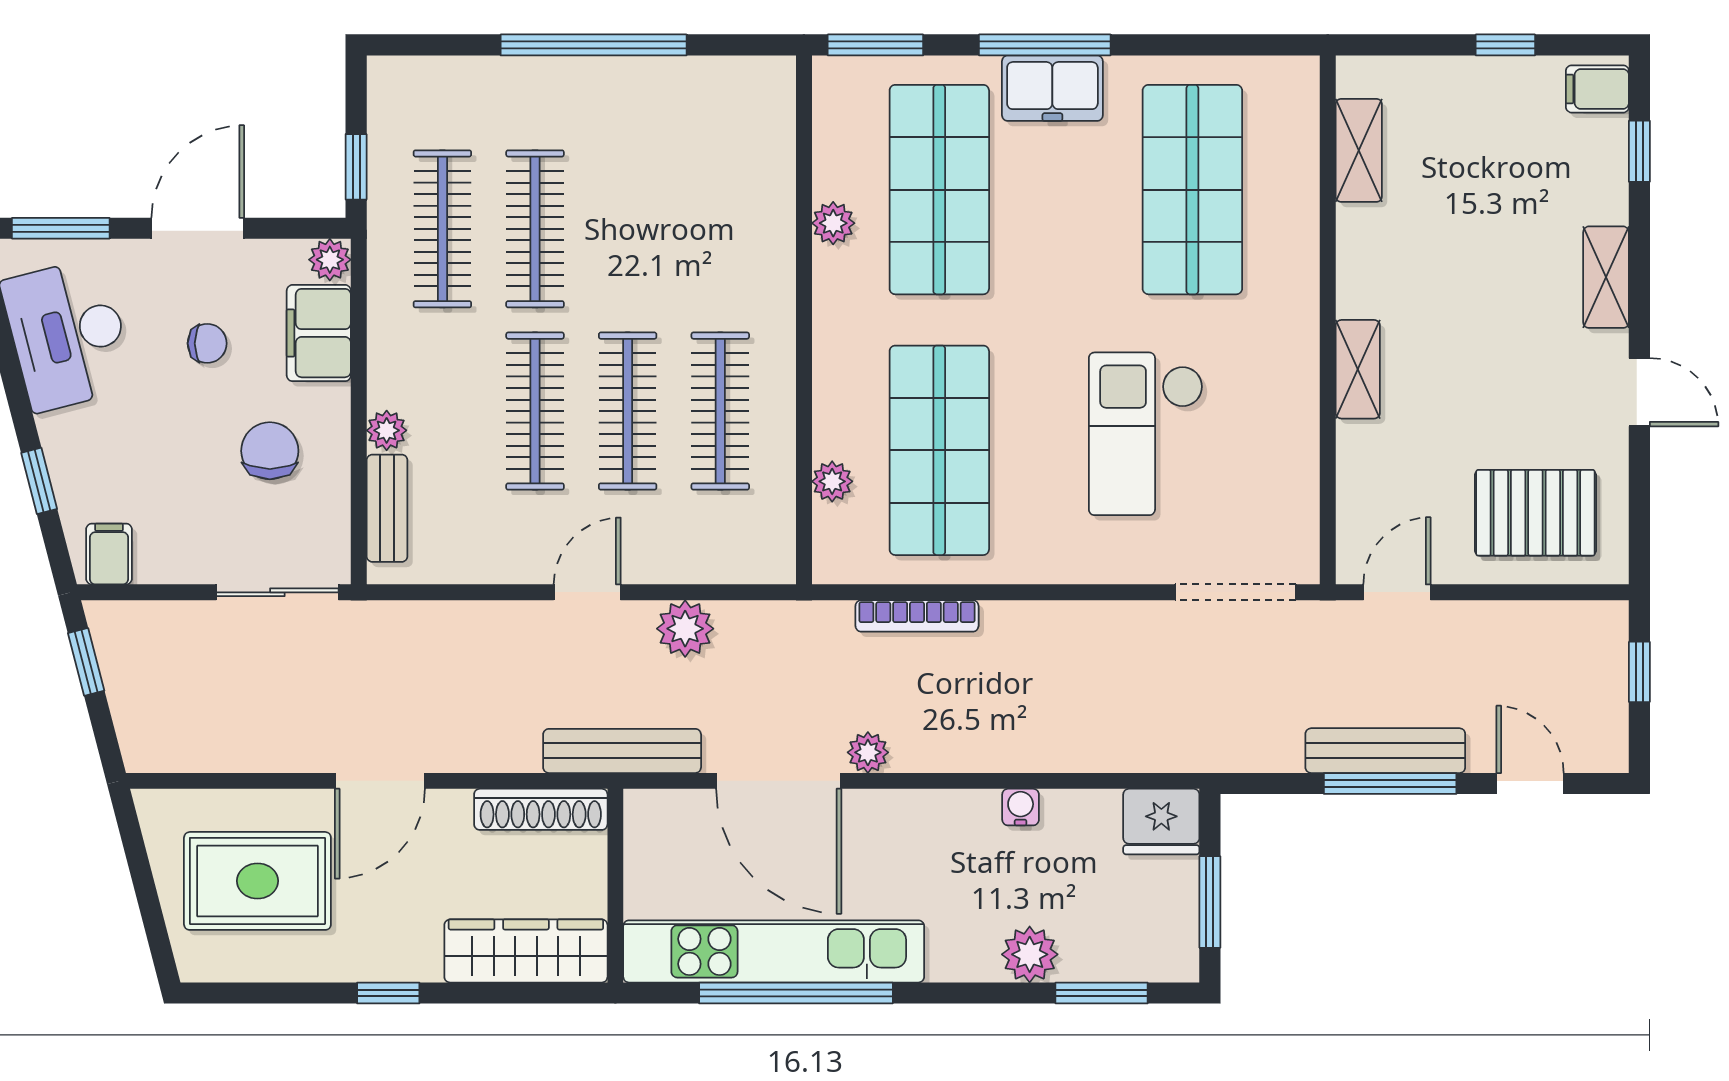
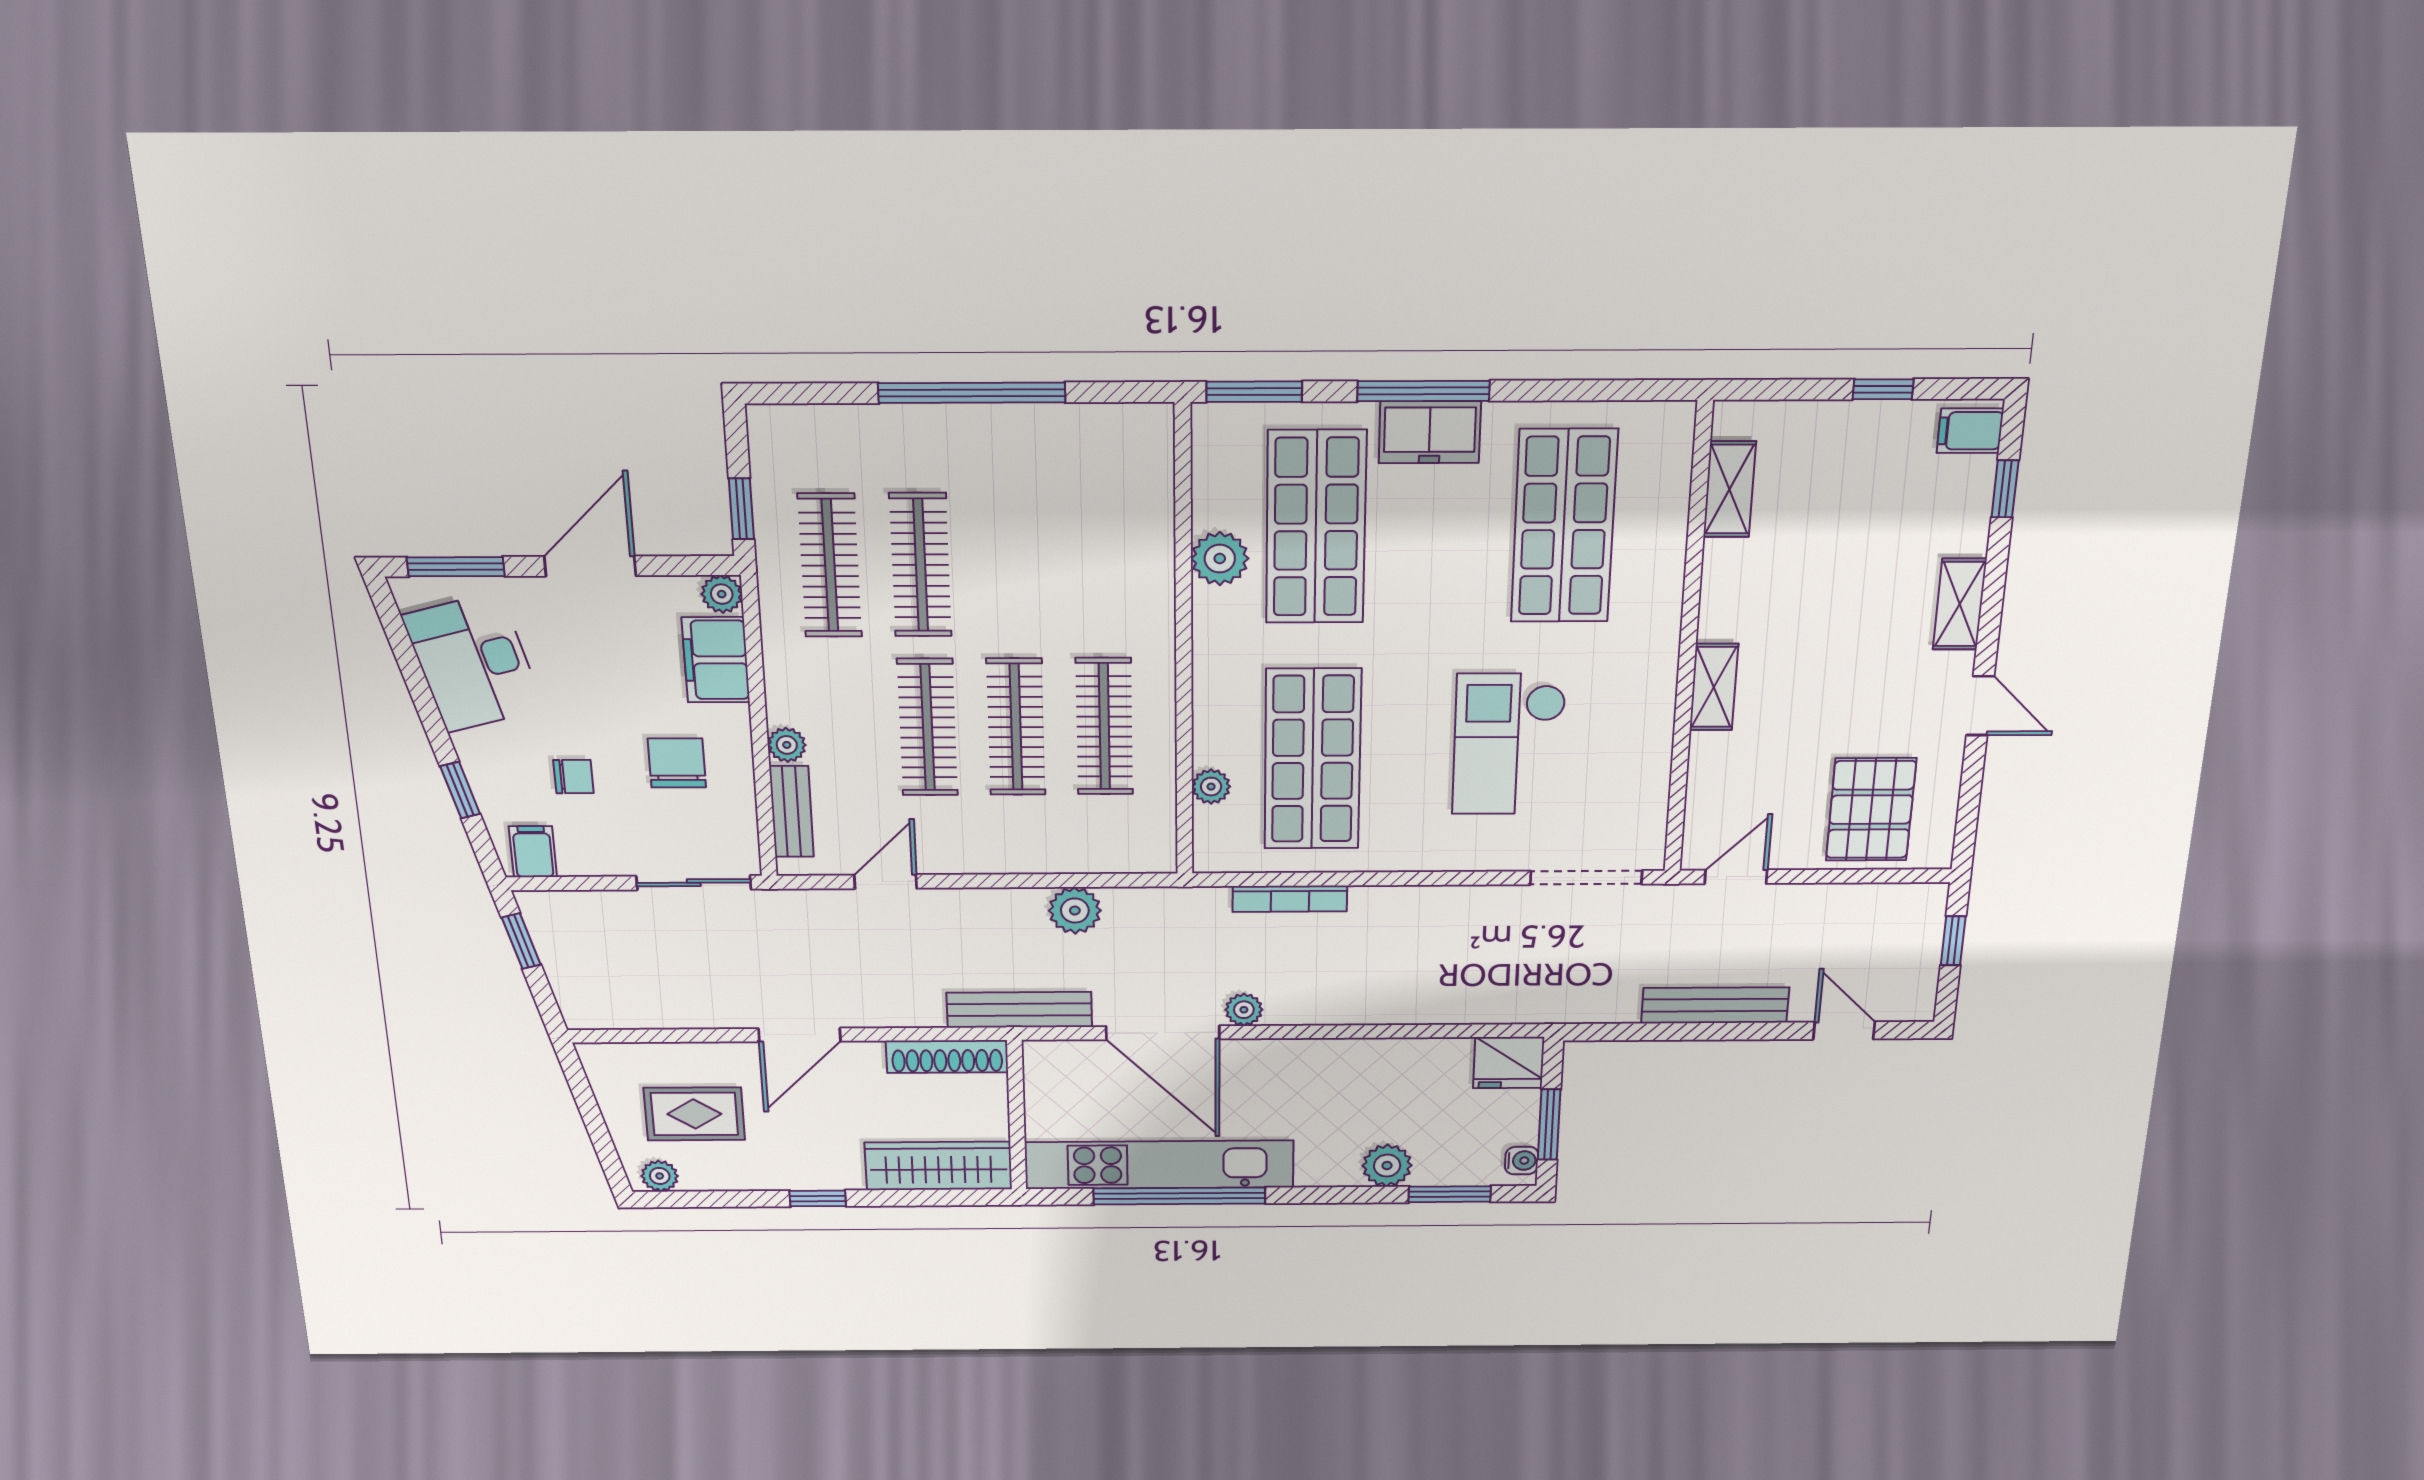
plant: (833, 223) -> (1220, 559), width x1.38, depth x1.38
chair: (207, 343) -> (573, 777), moved
pallet: (1535, 513) -> (1871, 810), turned 90
door: (587, 592) -> (885, 882), moved
window: (1390, 783) -> (1717, 1031), removed
water cooler: (1021, 807) -> (1522, 1161), moved, turned 90
rug: (257, 881) -> (694, 1114), width x0.73, depth x0.70
plant: (213, 962) -> (660, 1176), added

